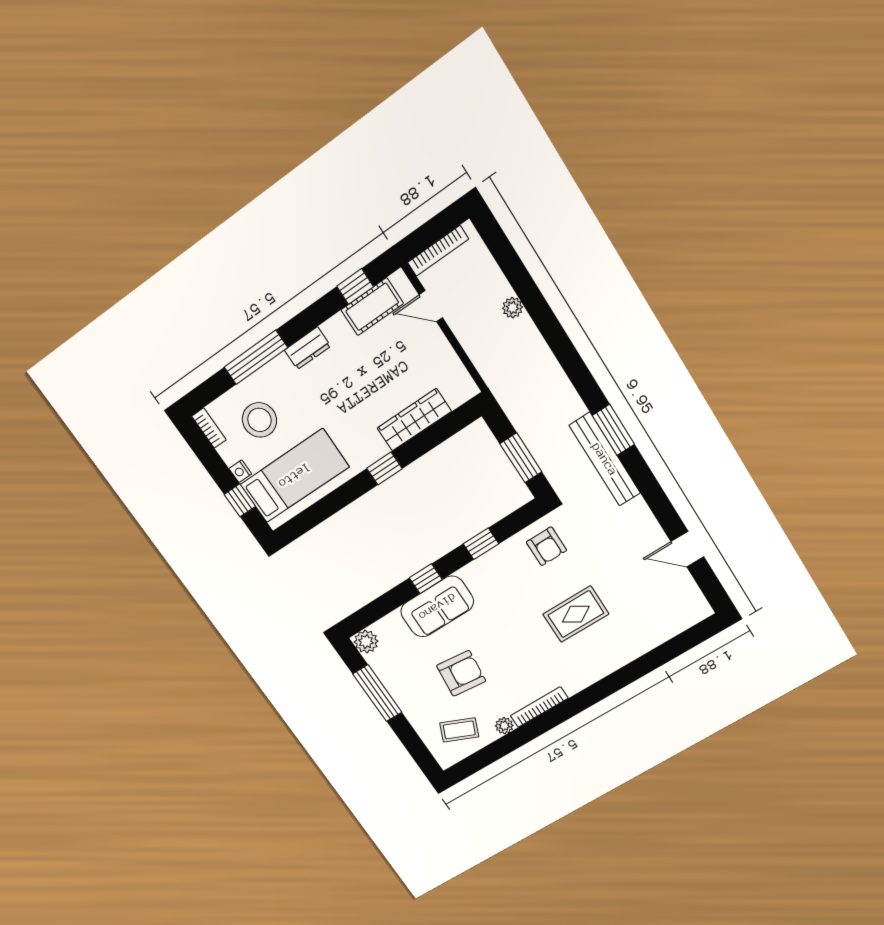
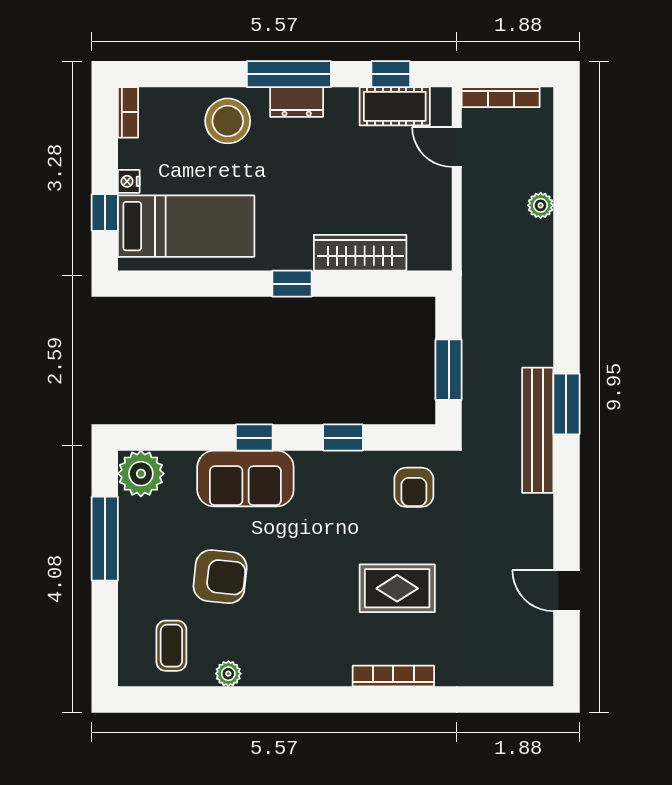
window: (256, 357) -> (289, 74), moved
stool: (259, 420) -> (228, 121), moved
plant: (366, 642) -> (141, 474), width x1.36, depth x1.36
bookcase: (539, 707) -> (393, 676), moved
coffee table: (459, 730) -> (171, 646), turned 67

